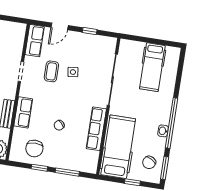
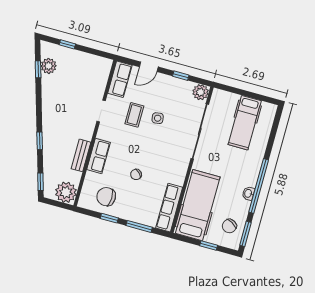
plant: (109, 44) -> (201, 92), added
row of seats: (96, 129) -> (169, 208), moved
chair: (34, 149) -> (106, 197), turned 92

